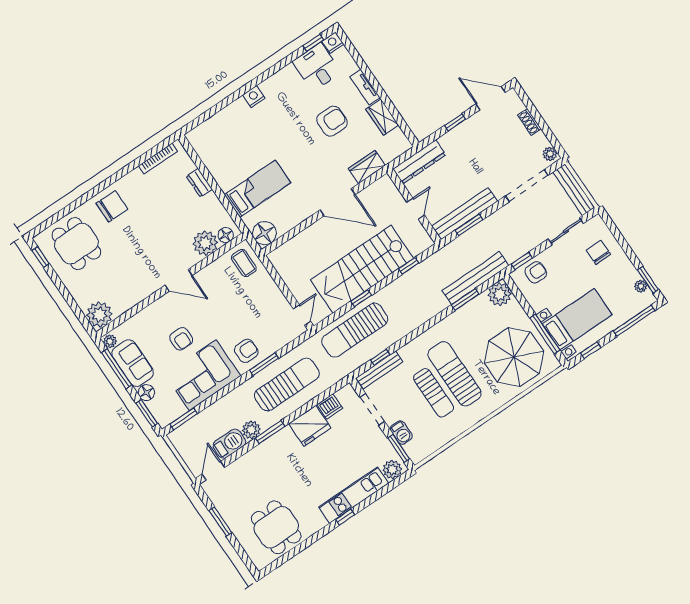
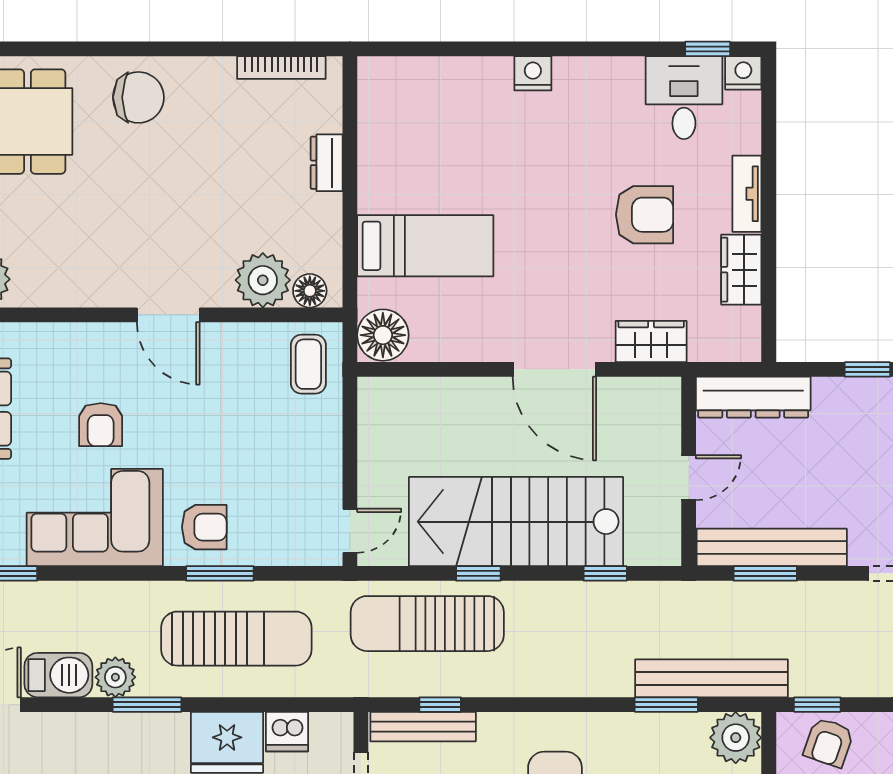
armchair: (536, 272) -> (829, 742), turned 109

